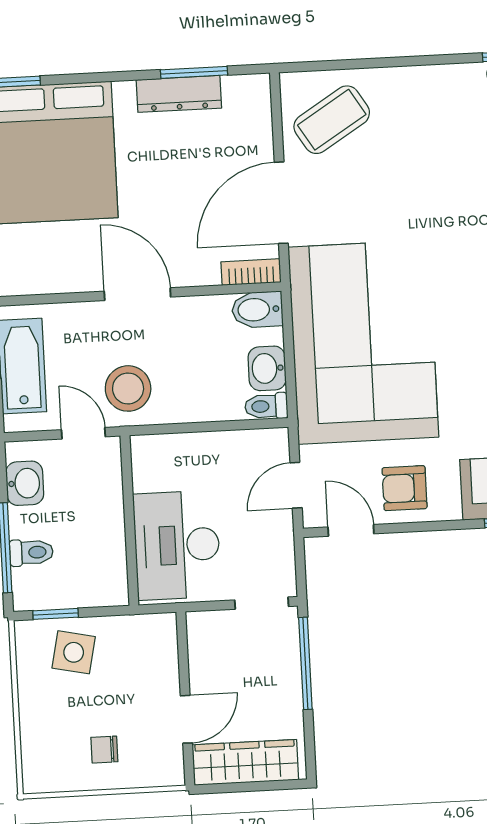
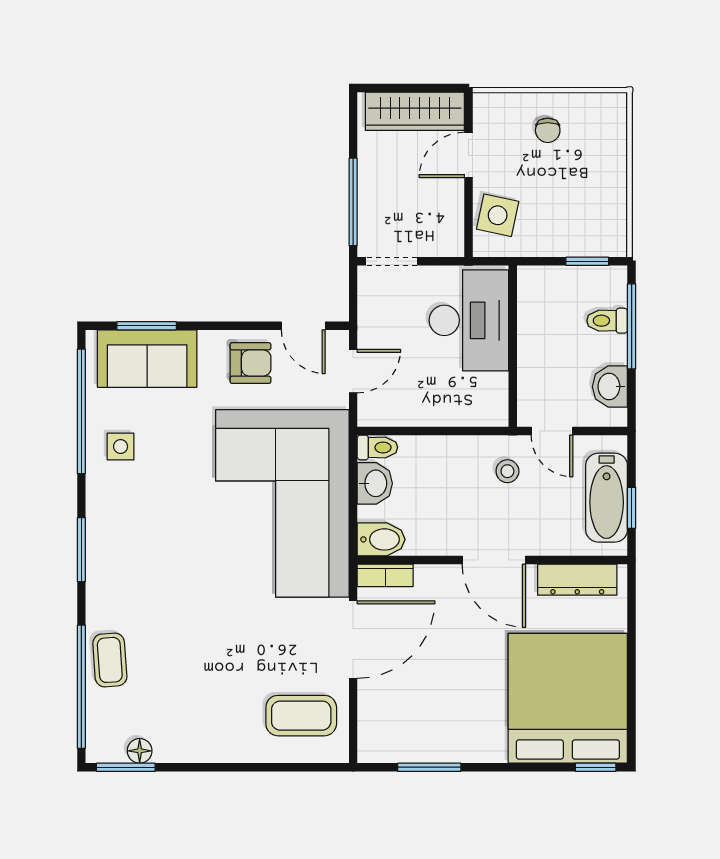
dresser: (179, 94) -> (577, 580), moved, turned 180
coffee table: (332, 120) -> (301, 716), turned 32
stool: (128, 388) -> (507, 471), width x0.53, depth x0.53
side table: (74, 652) -> (498, 215), moved
chair: (104, 750) -> (548, 130), turned 90

